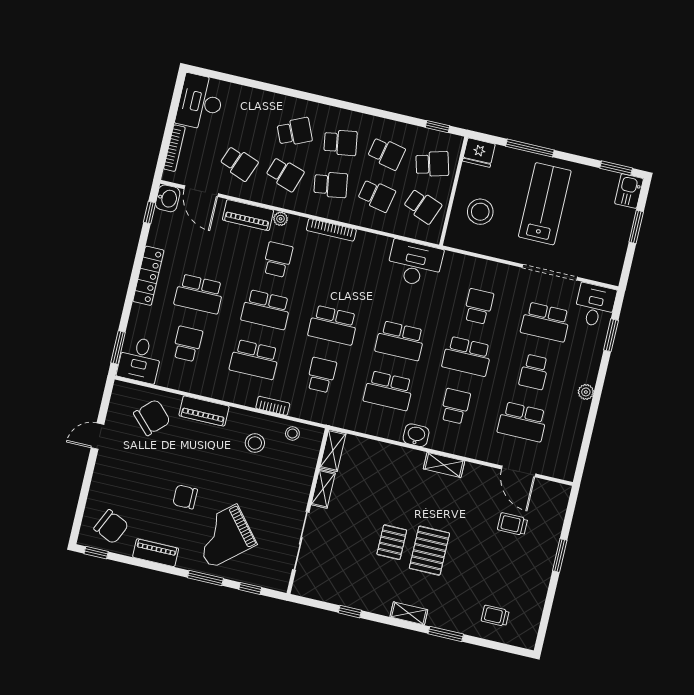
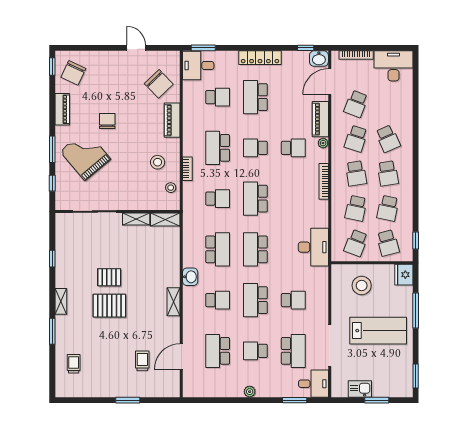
kitchen sink: (629, 191) -> (360, 389), moved
school desk: (266, 310) -> (255, 148), width x0.54
school desk: (546, 322) -> (293, 351), turned 180
school desk: (388, 391) -> (218, 249), turned 180

